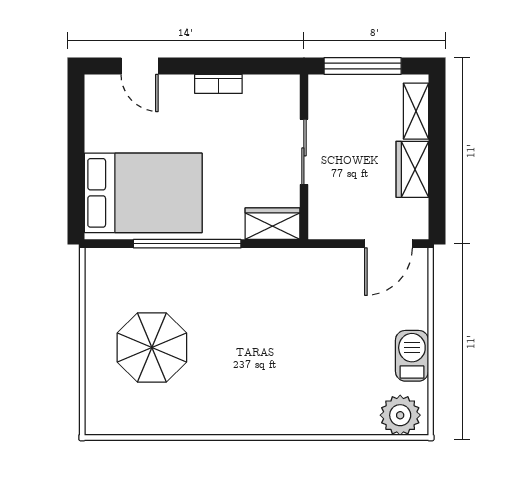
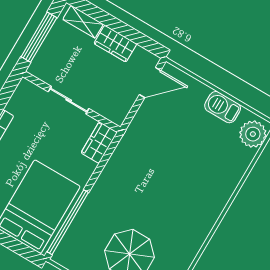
window: (187, 244) -> (68, 222), moved
door: (389, 244) -> (150, 83), hinge flipped

